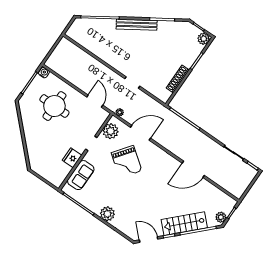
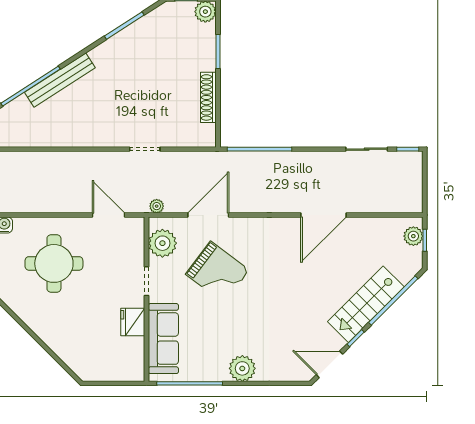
bench: (137, 25) -> (60, 80), moved
sofa: (81, 175) -> (163, 339), width x1.36
plant: (221, 217) -> (413, 236), moved

